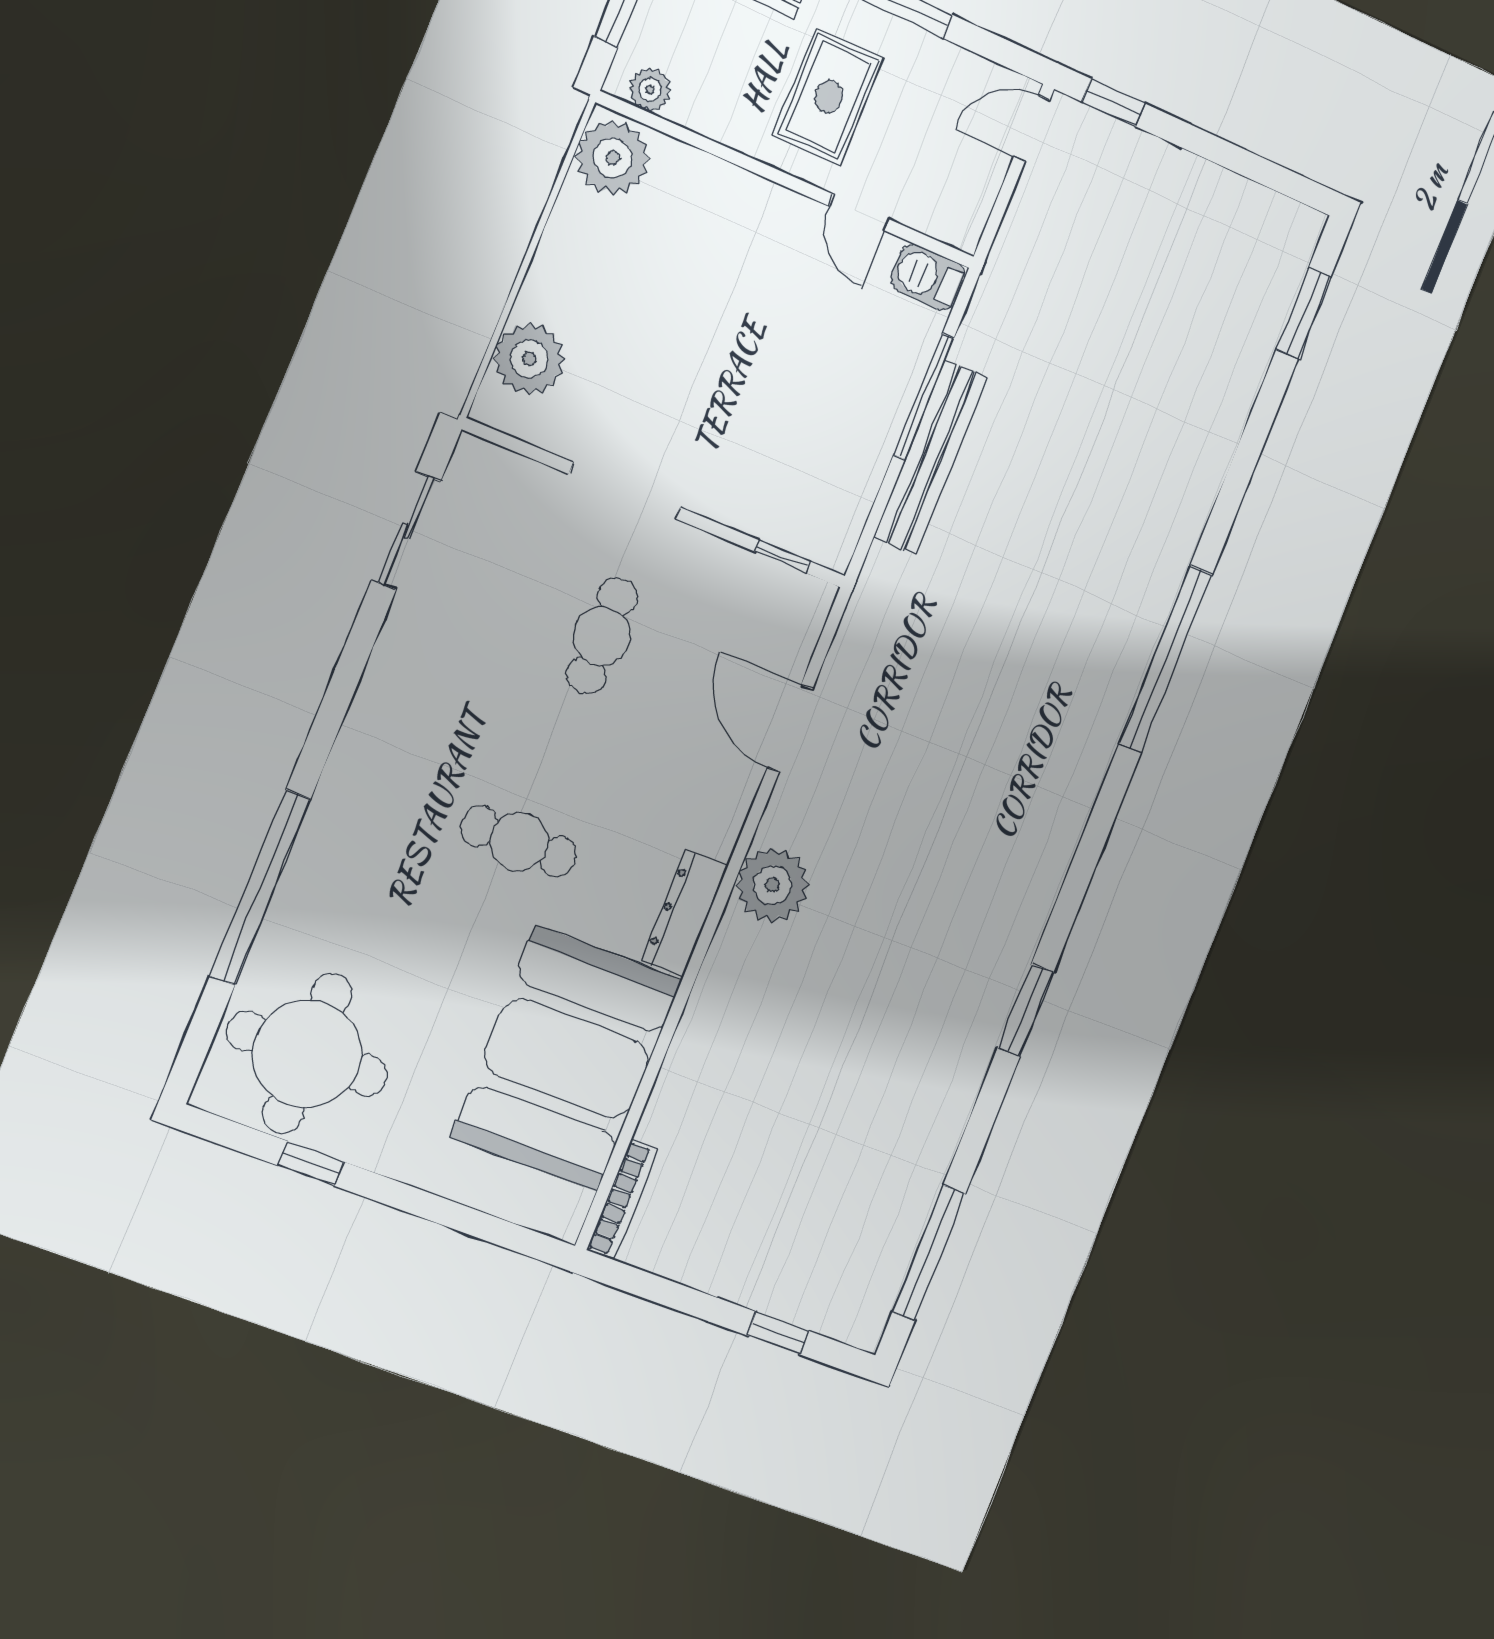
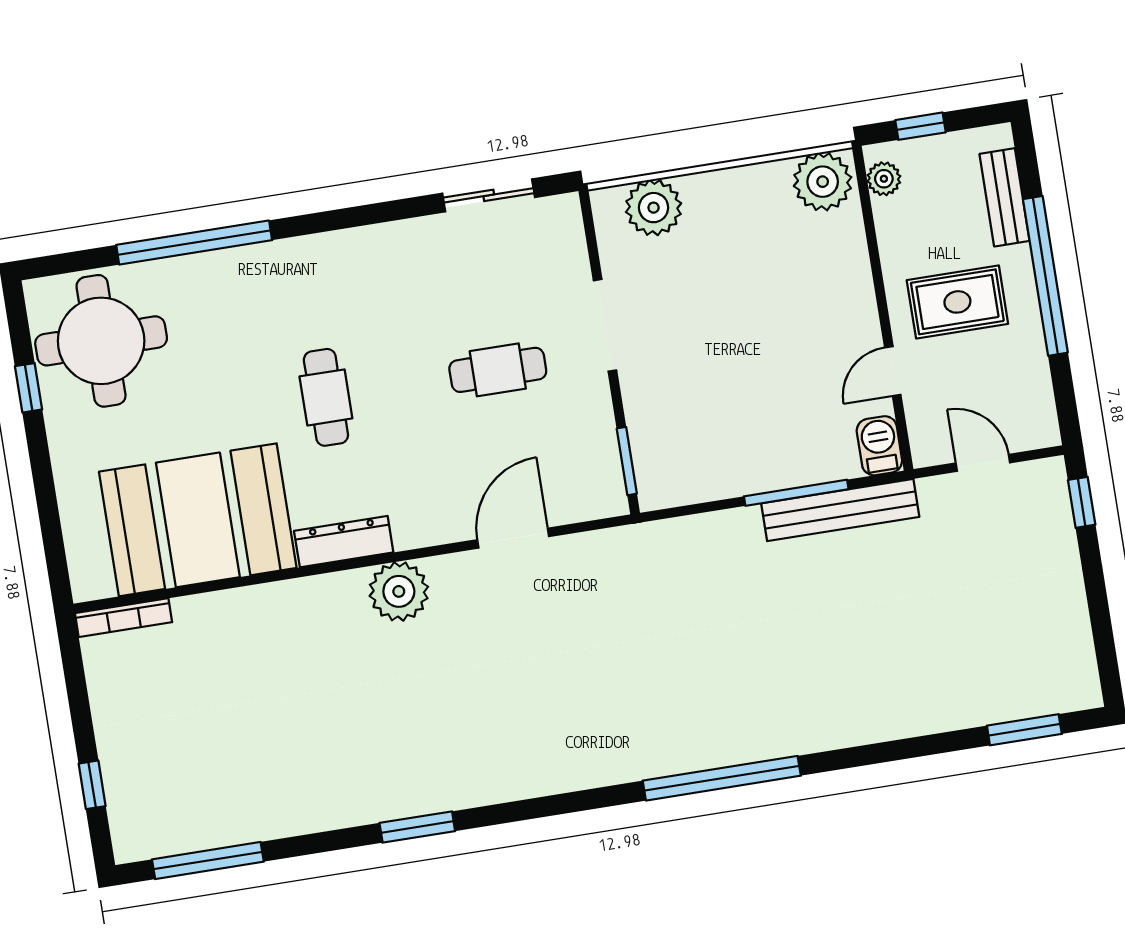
door: (1032, 128) -> (983, 463), moved
bench: (931, 457) -> (840, 510), moved
window: (782, 557) -> (627, 461), width x1.50

